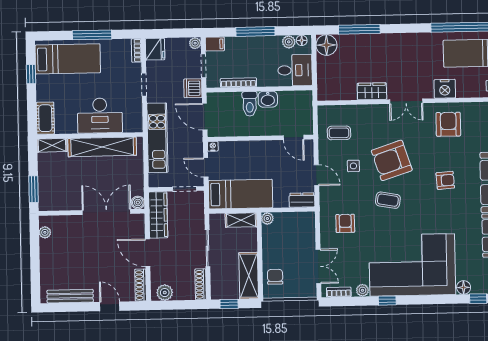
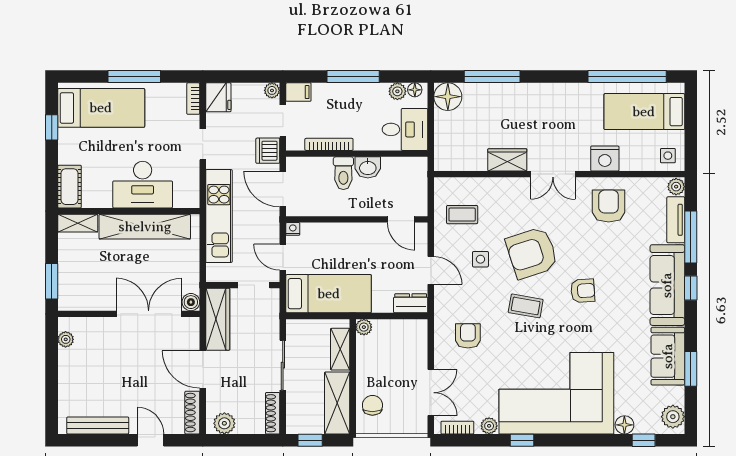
armchair: (445, 180) -> (583, 291), moved
shelving: (241, 220) -> (340, 349), moved, turned 90

